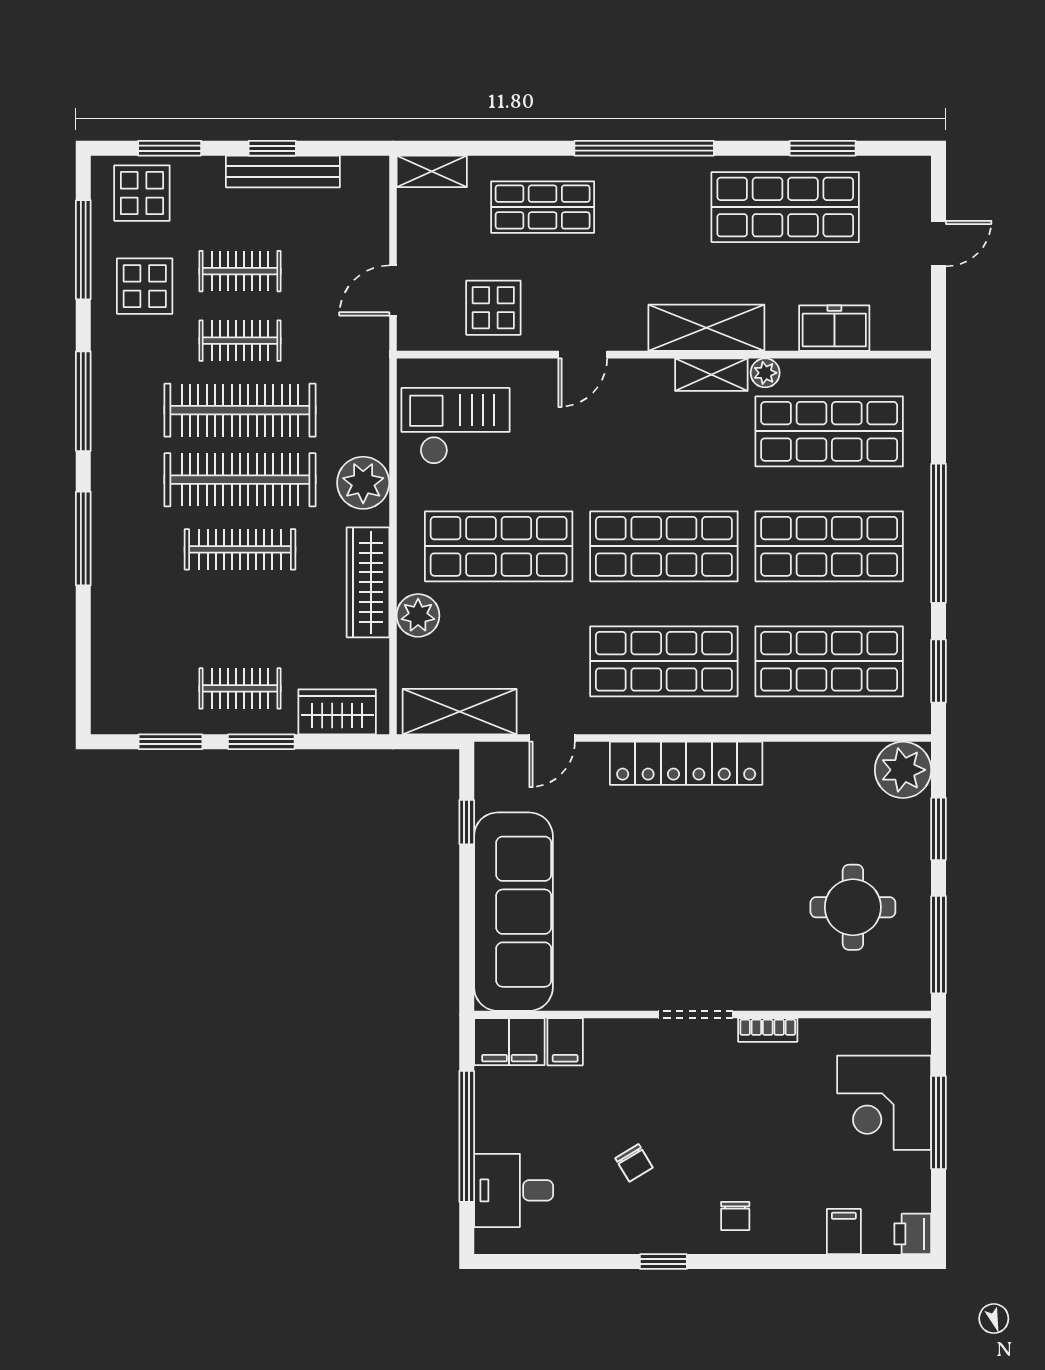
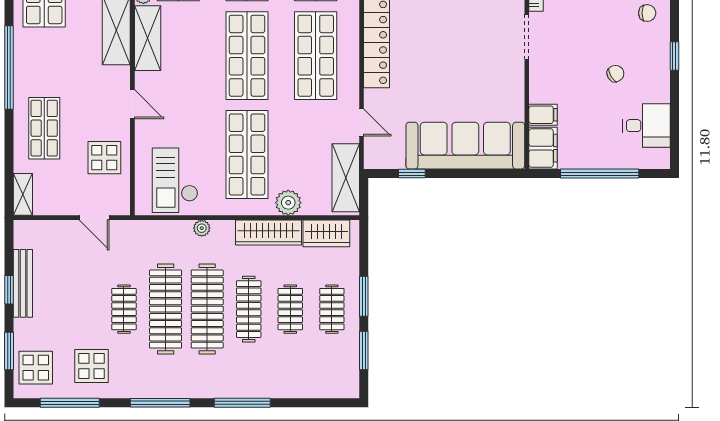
clothes rail: (240, 271) -> (290, 309), moved
shelving: (711, 375) -> (148, 38), width x1.50, depth x1.33
plant: (363, 483) -> (202, 228), width x0.53, depth x0.53
wardrobe: (337, 712) -> (326, 233), moved, turned -90
desk: (514, 1190) -> (646, 126), moved, turned -90

